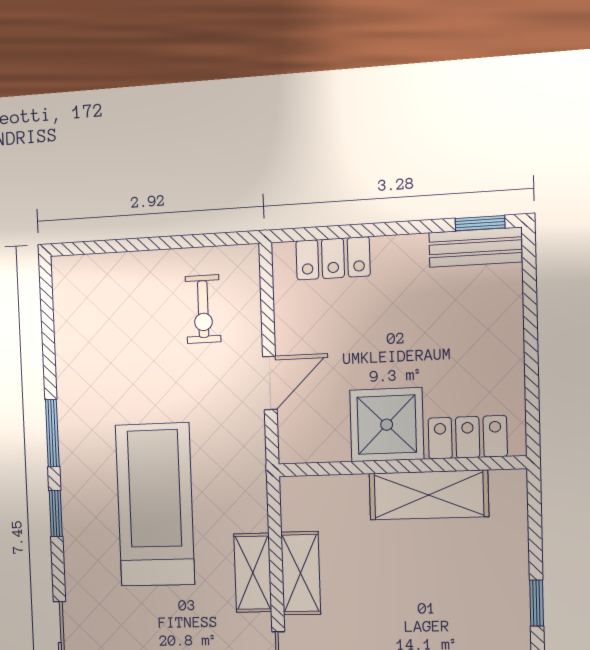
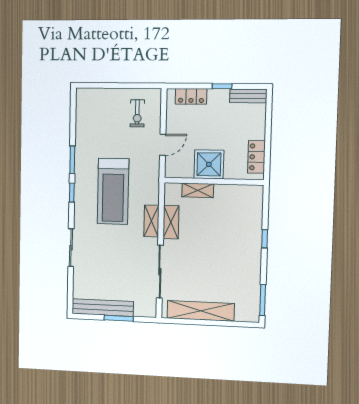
window: (480, 223) -> (222, 86), moved
locker: (468, 437) -> (256, 157), moved, turned -90
shelving: (429, 495) -> (198, 190), moved, width x0.67, depth x0.75
treadmill: (155, 505) -> (113, 191), turned 180

